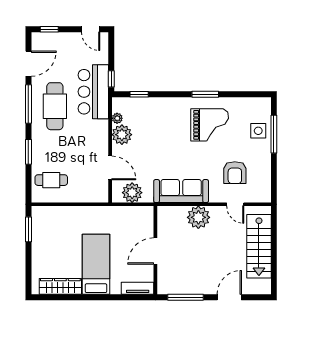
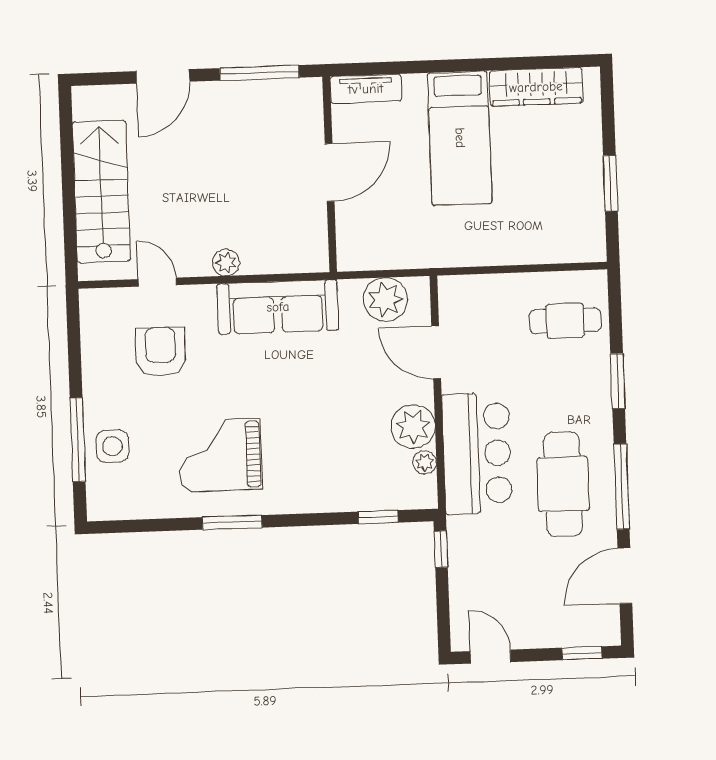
bar counter: (93, 92) -> (477, 454), moved
plant: (198, 217) -> (226, 263), width x0.53, depth x0.53
window: (28, 229) -> (610, 183), moved

